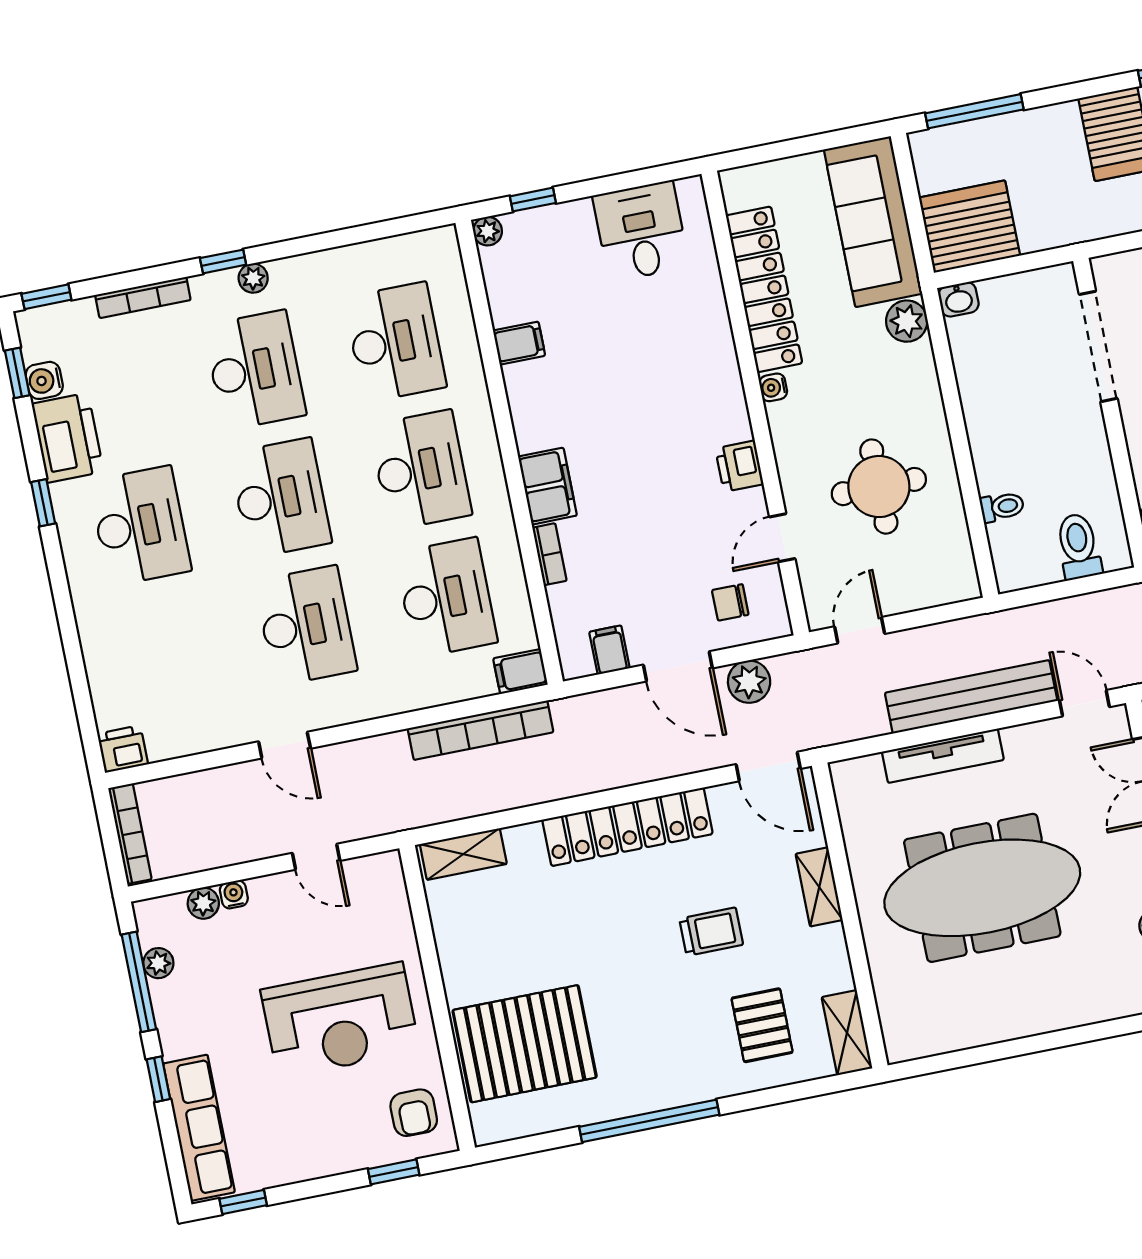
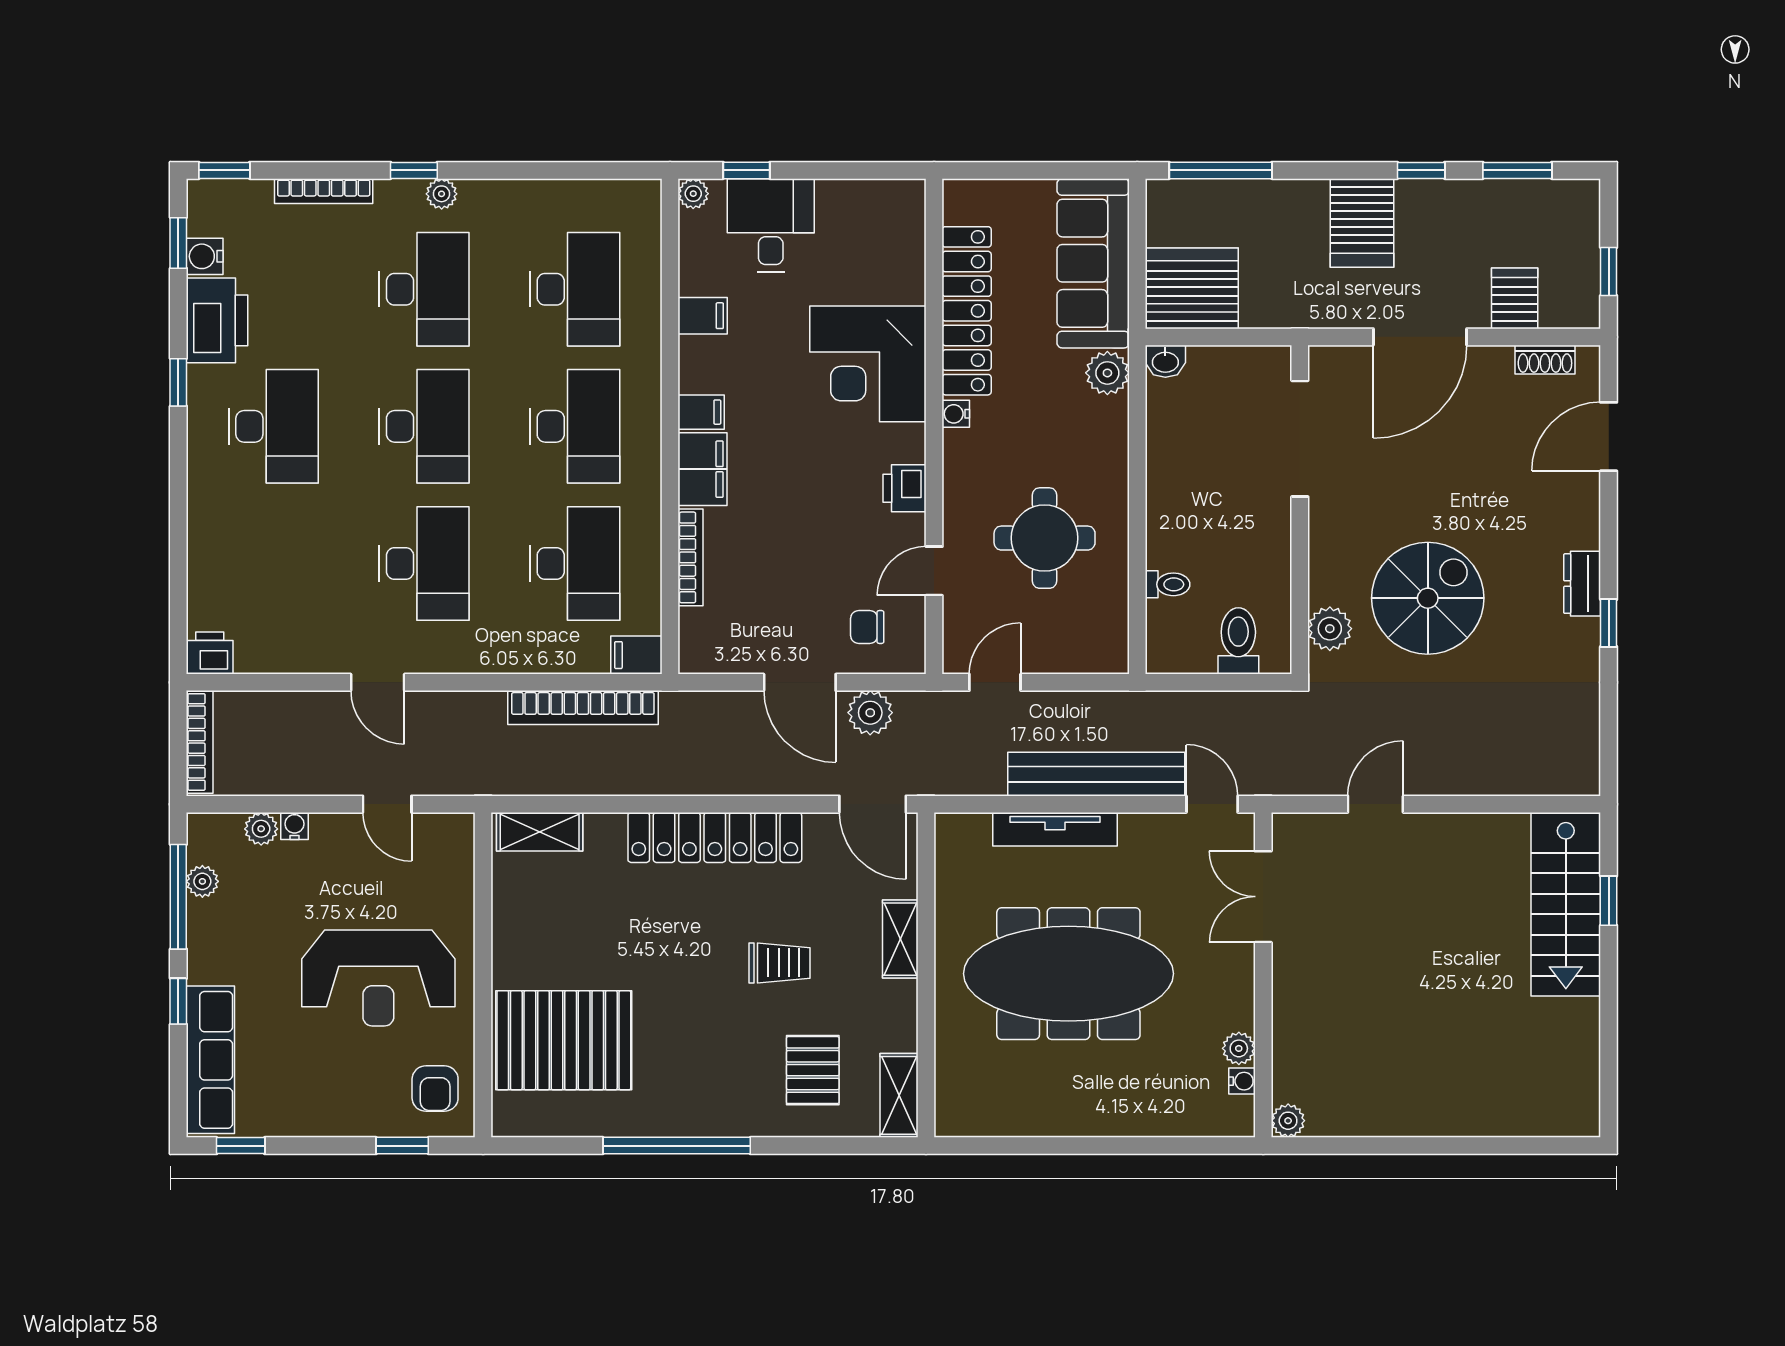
desk: (641, 231) -> (771, 225), moved
corner desk: (682, 357) -> (868, 364), added
bookcase: (550, 554) -> (691, 557), width x1.56
filing cabinet: (609, 650) -> (701, 412), moved, turned 90

